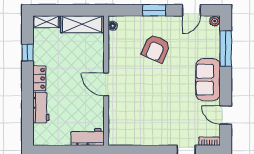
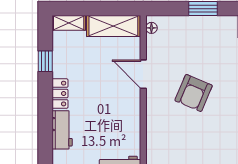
armchair: (156, 48) -> (194, 93), moved
door: (106, 84) -> (143, 74), moved

